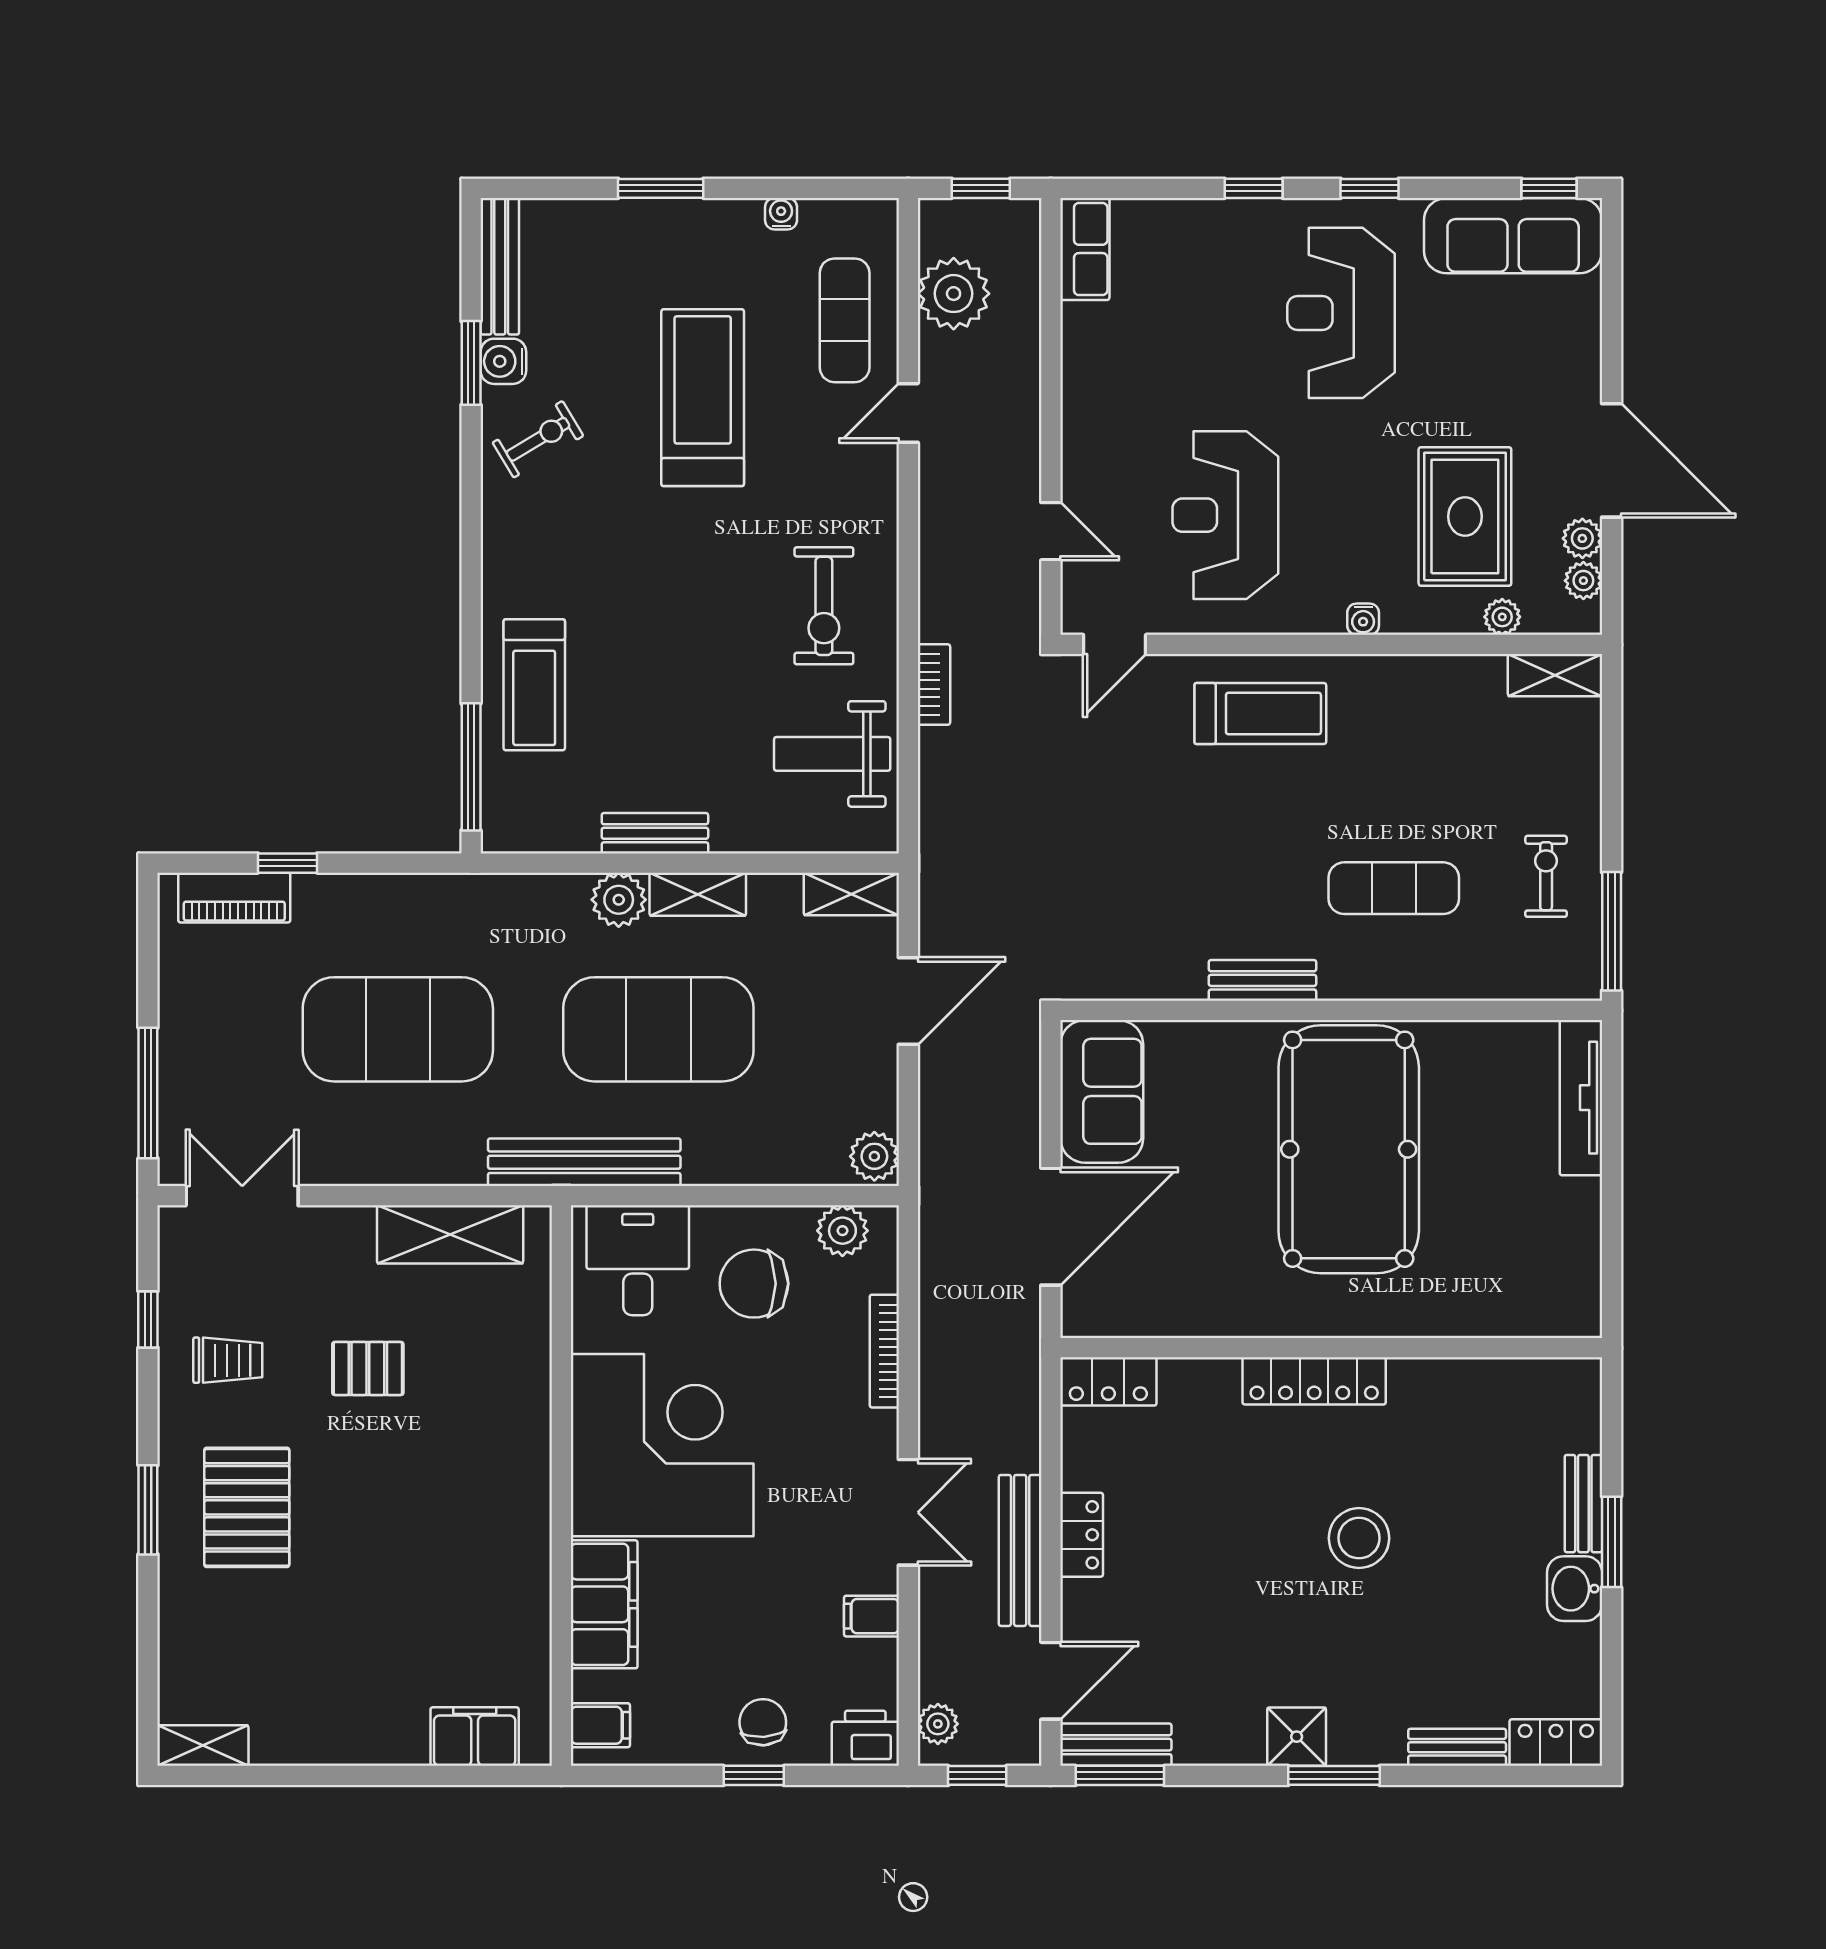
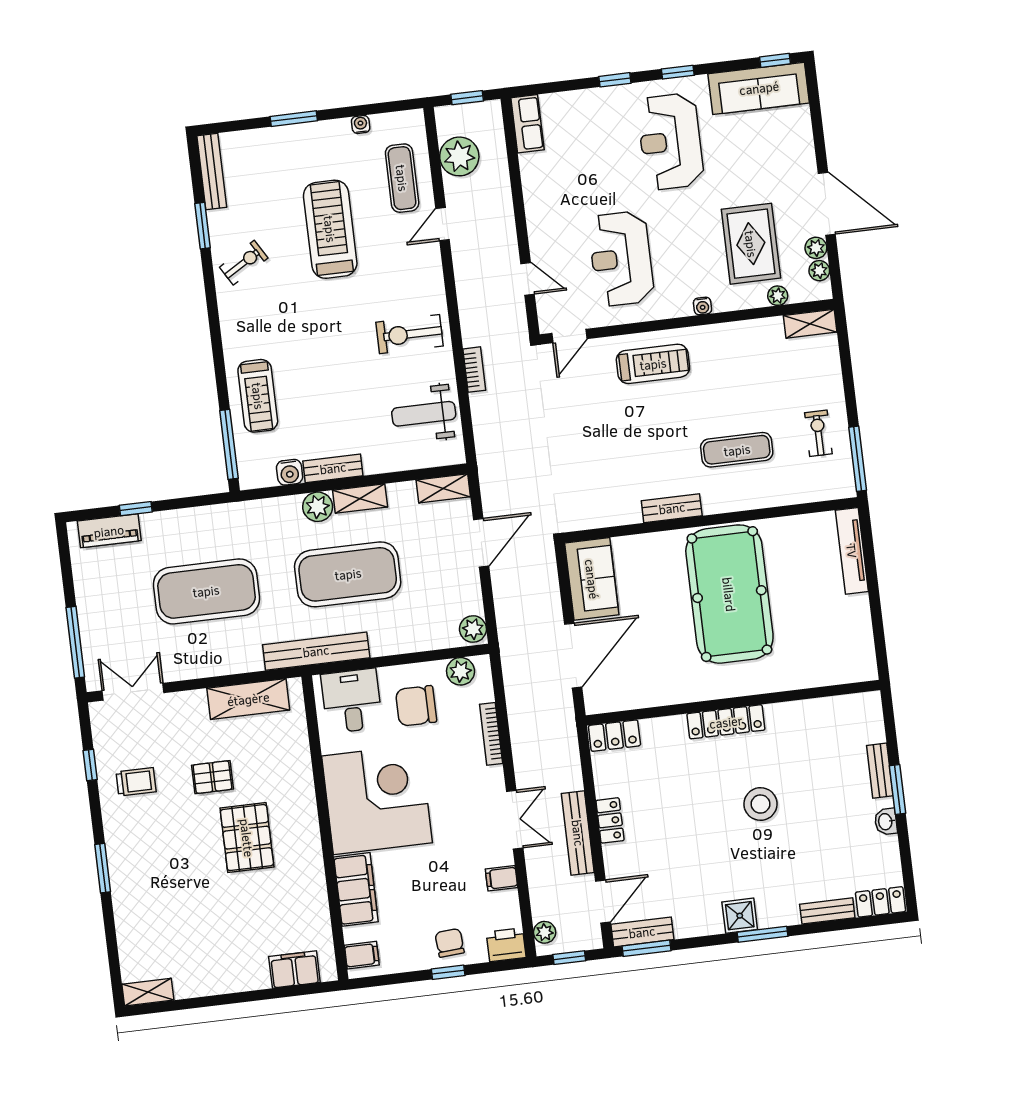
water cooler: (503, 361) -> (290, 472), moved, turned -90
exercise bike: (824, 606) -> (410, 334), turned 90
pallet: (247, 1507) -> (247, 838), moved
washbasin: (1575, 1589) -> (886, 822), width x0.72, depth x0.69

